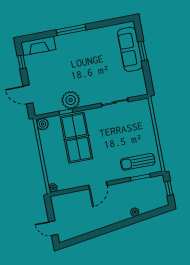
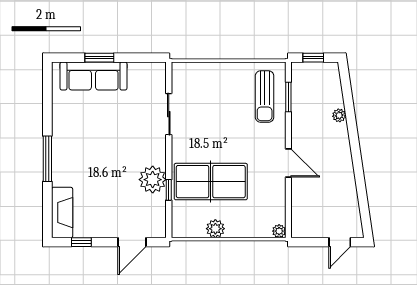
plant: (42, 124) -> (215, 229), moved

